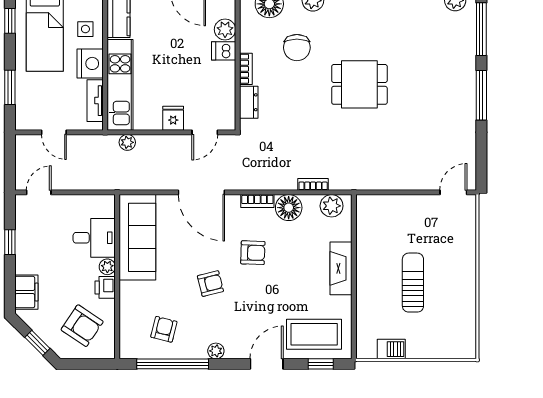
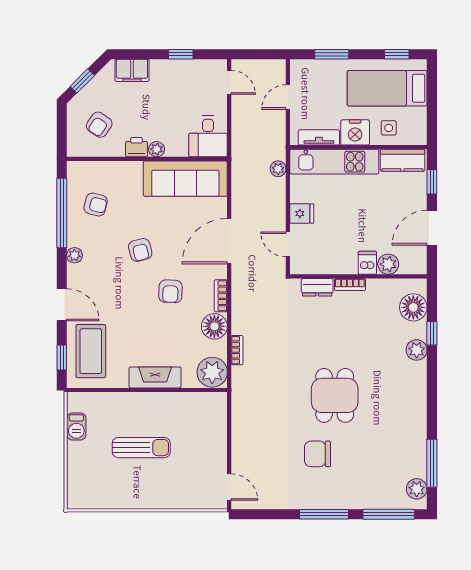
chair: (297, 48) -> (318, 454), moved
plant: (332, 206) -> (212, 372), width x1.36, depth x1.36
desk: (94, 238) -> (208, 136), moved
armchair: (82, 326) -> (99, 125), width x0.72, depth x0.72

